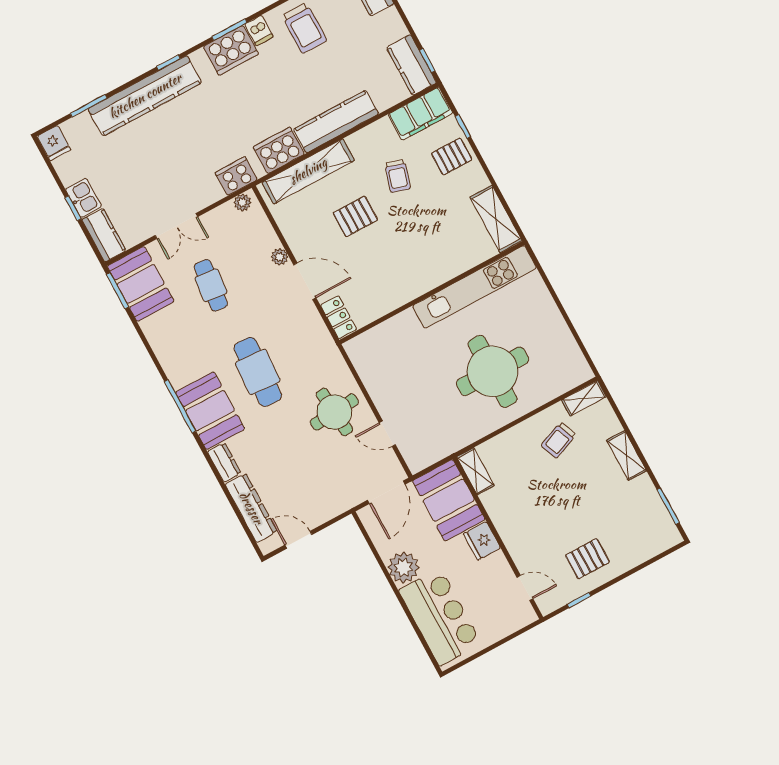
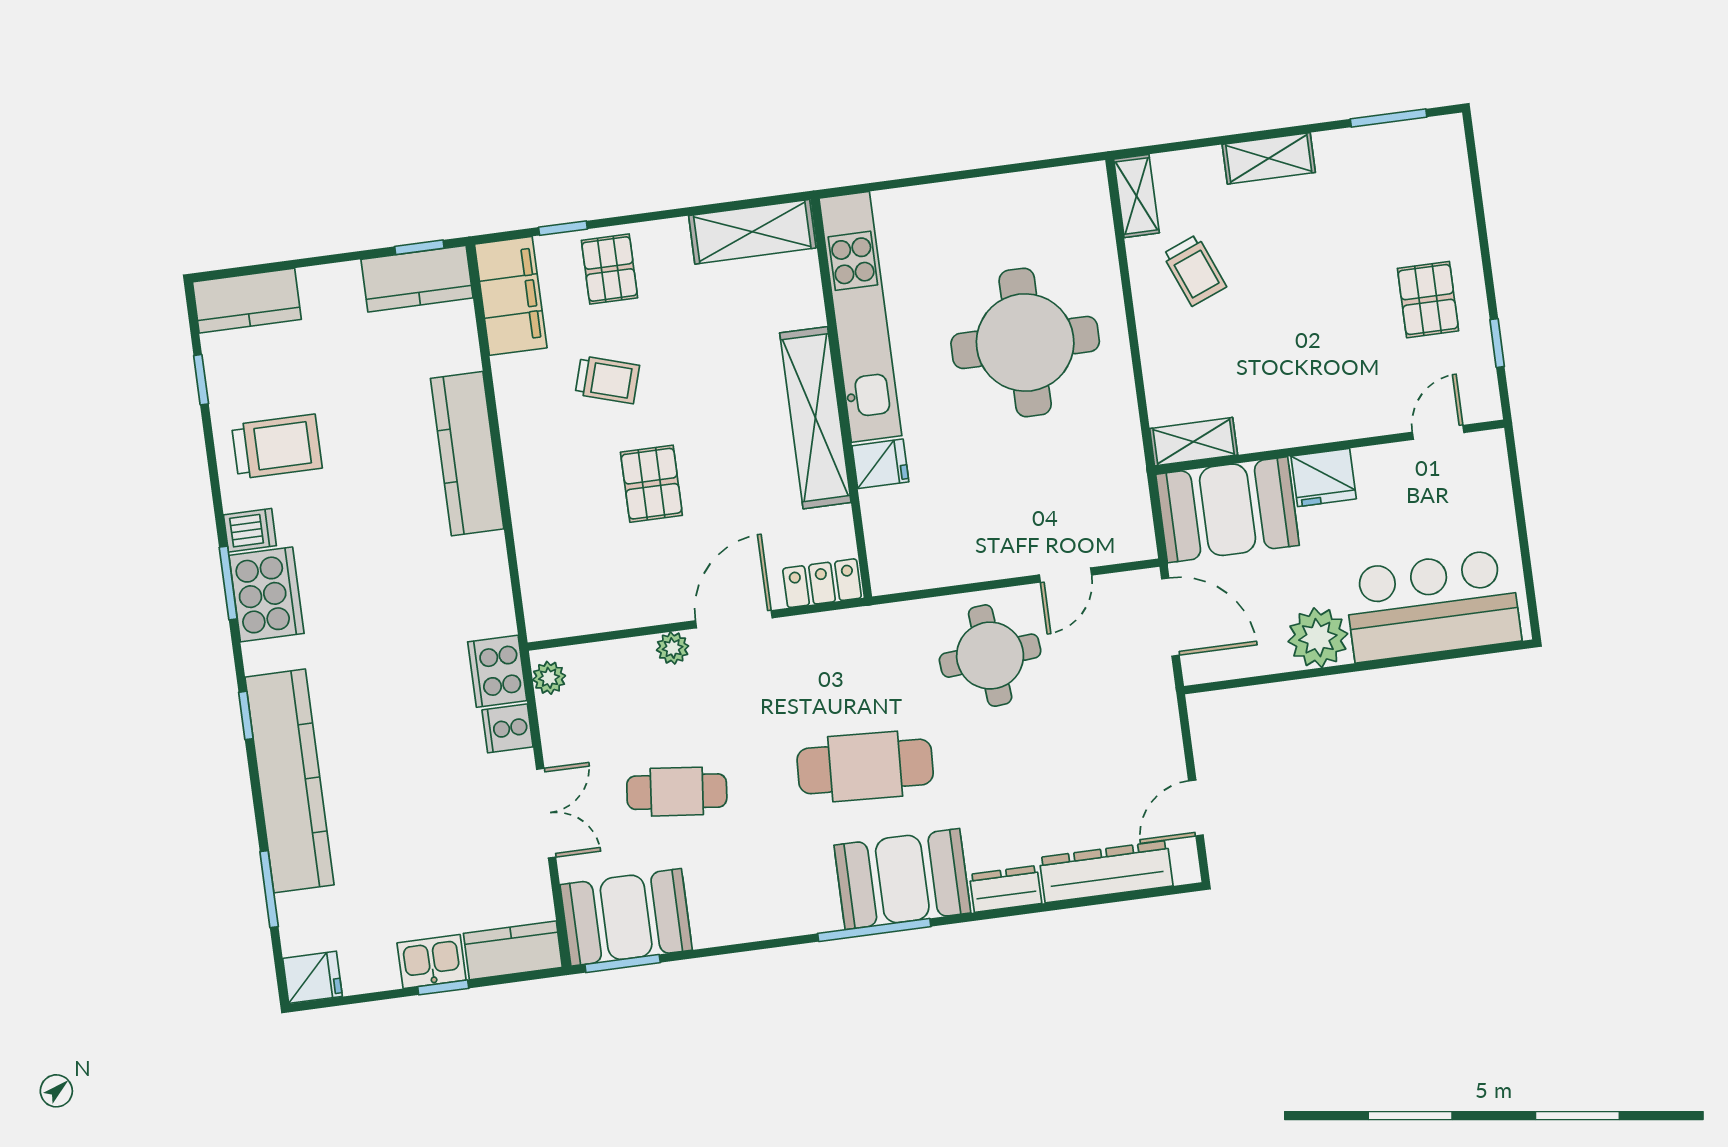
cooker: (279, 150) -> (507, 728), moved, width x0.53, depth x0.76
shelving: (308, 171) -> (815, 418), moved
fridge: (407, 324) -> (880, 464), added

